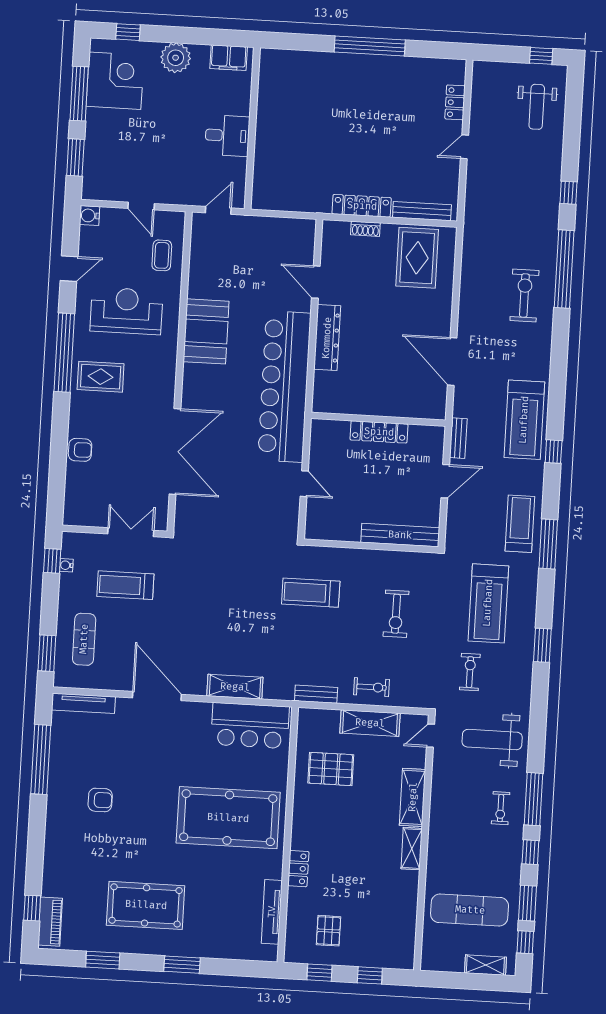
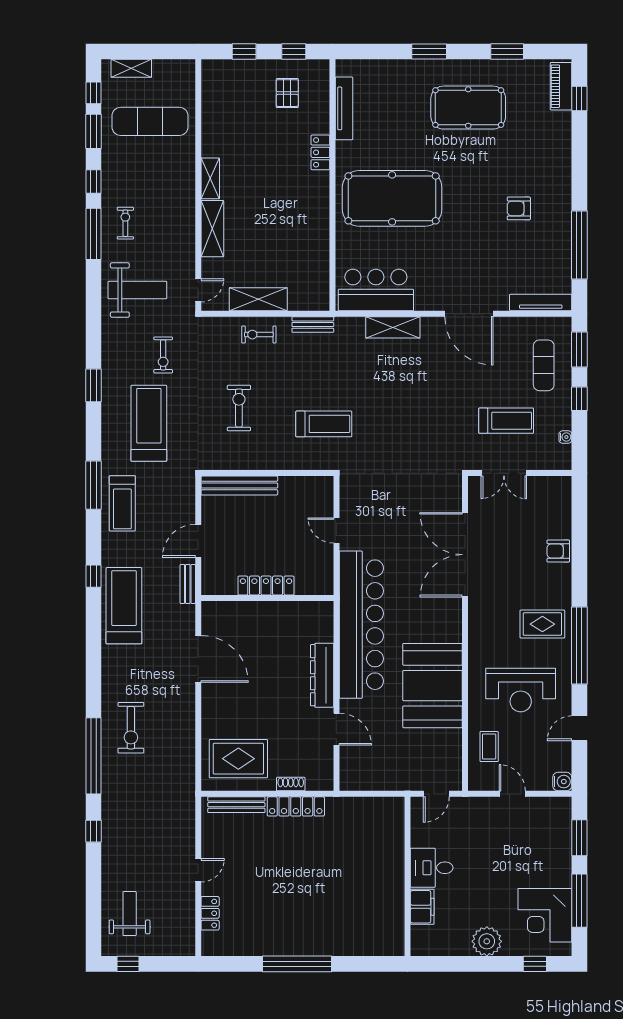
filing cabinet: (229, 58) -> (422, 907), moved, turned 90
rug: (417, 258) -> (238, 759), turned 90
booth: (206, 331) -> (433, 686), width x1.36, depth x1.42
window: (52, 561) -> (579, 399), moved
pallet: (331, 769) -> (294, 252), removed

